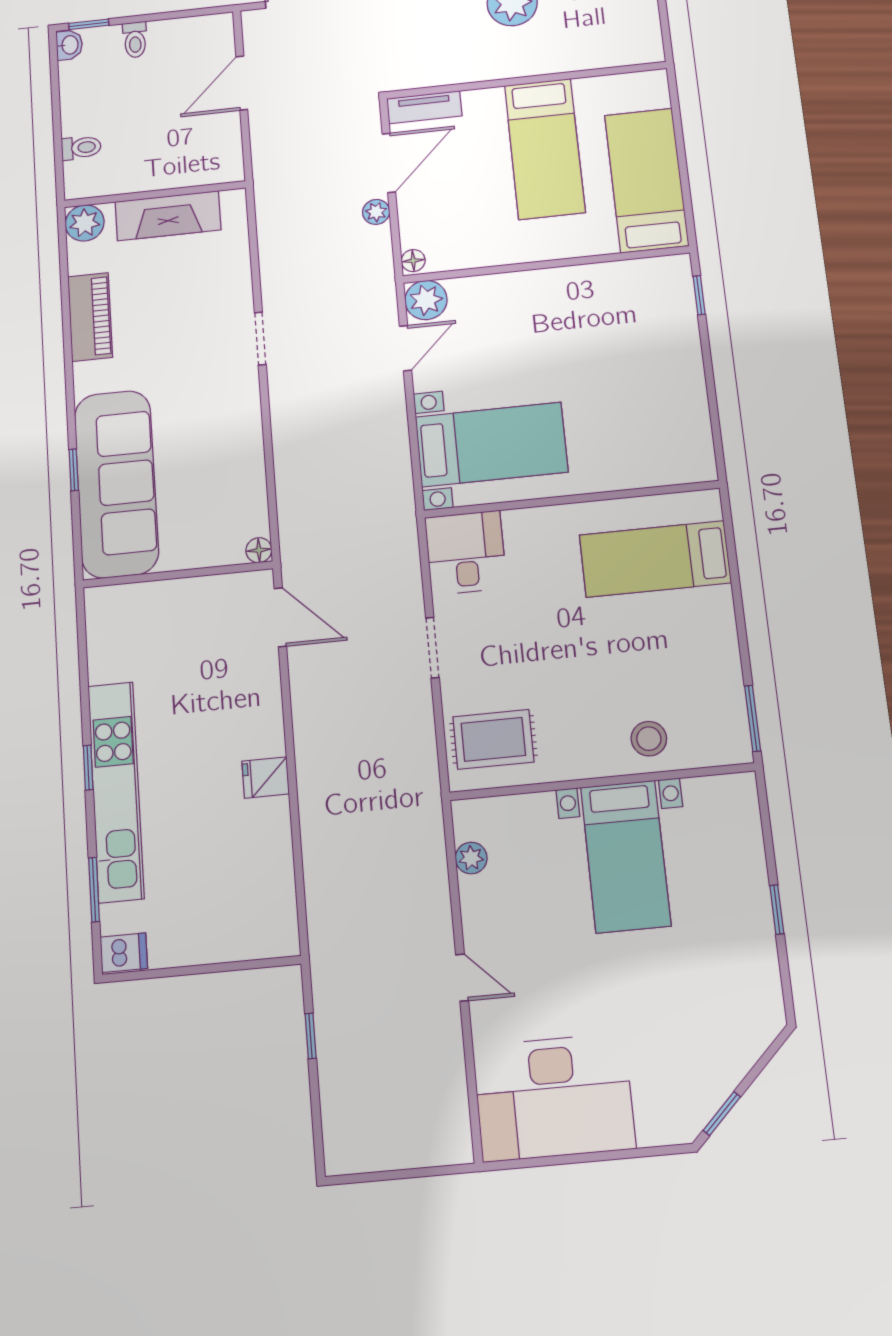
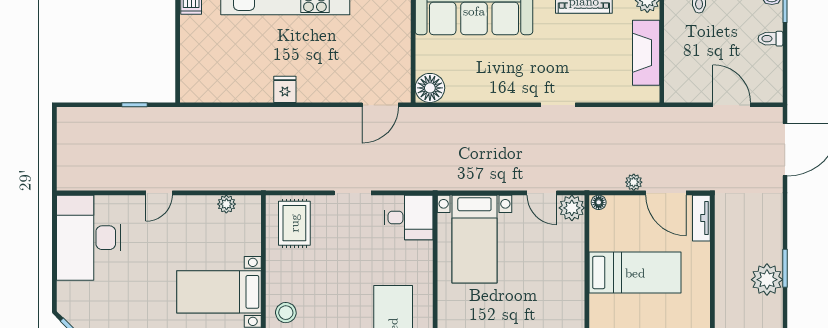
bed: (545, 149) -> (635, 273), moved, turned 180
floor lamp: (259, 550) -> (430, 88), width x1.89, depth x1.89

